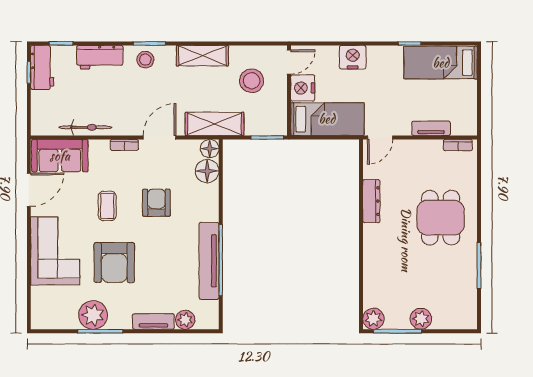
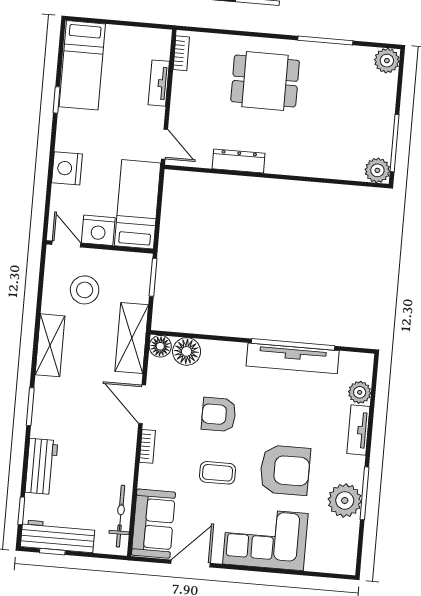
stool: (145, 60) -> (49, 413), removed
workbench: (42, 68) -> (58, 536), width x1.37
bicycle: (85, 127) -> (120, 516), moved
door: (29, 190) -> (191, 563), hinge flipped
plant: (421, 319) -> (387, 61), moved

